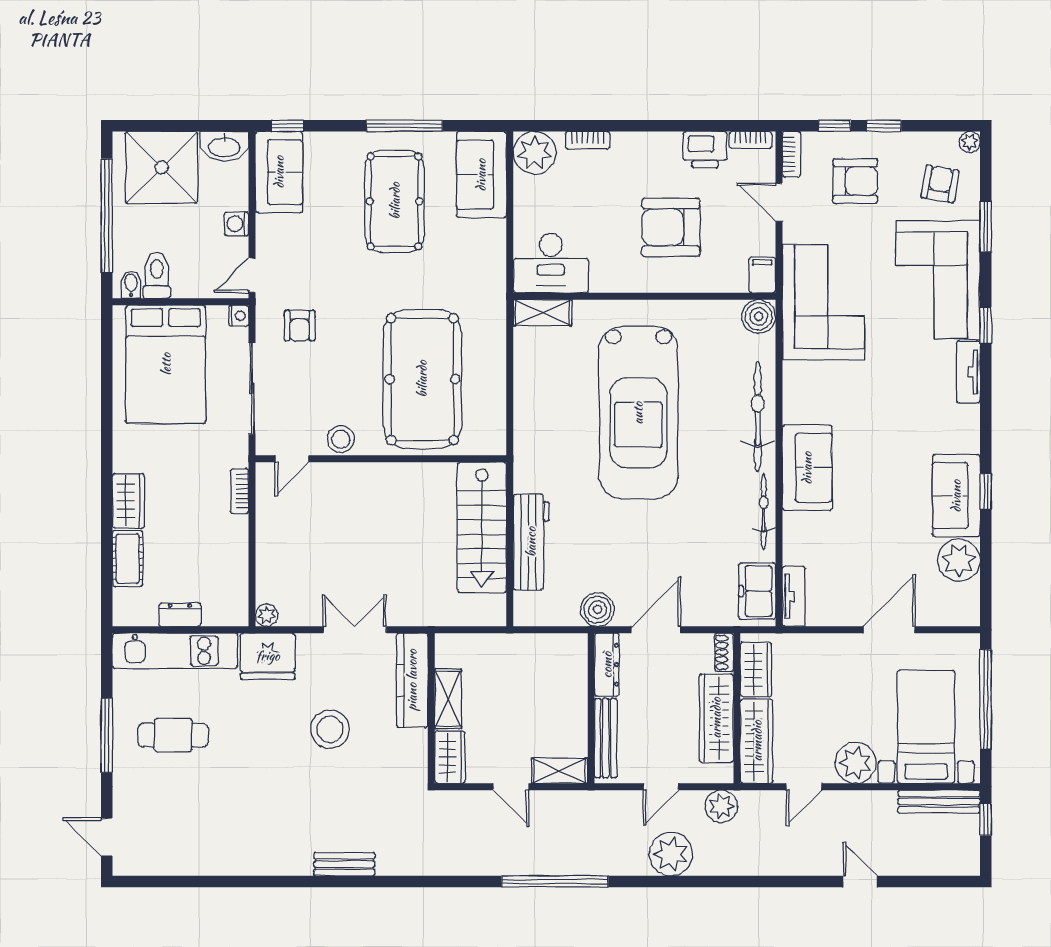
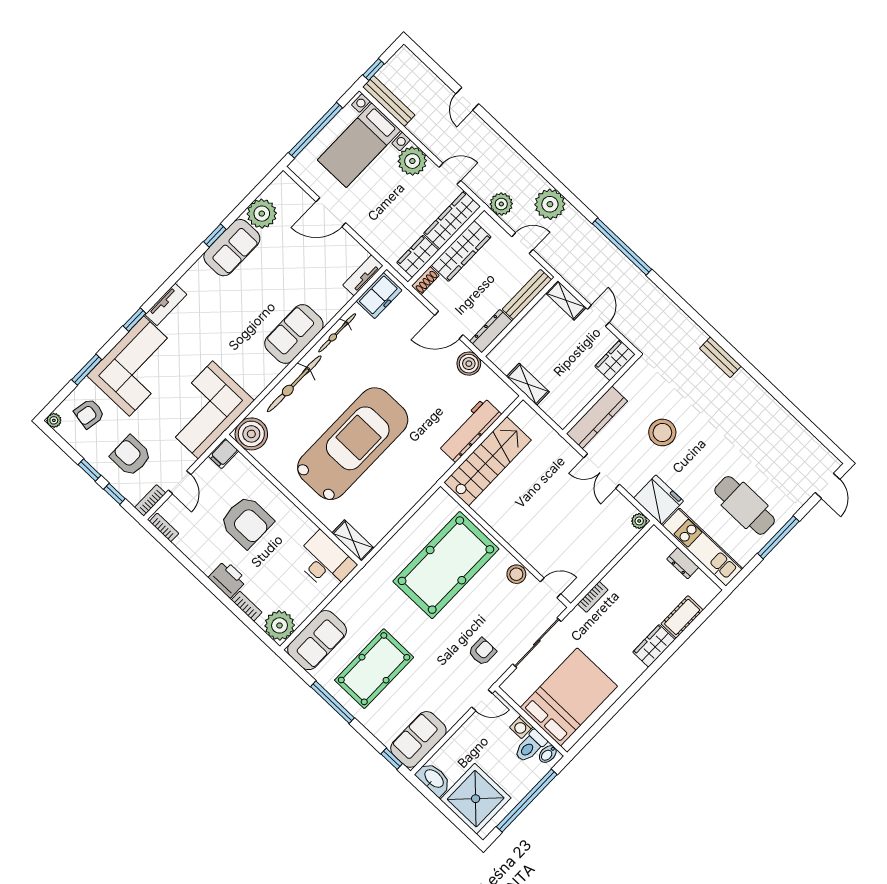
printer: (705, 150) -> (228, 579), moved
washing machine: (237, 224) -> (521, 727), moved, turned 90
nightstand: (239, 316) -> (508, 686), removed
boiler: (759, 316) -> (251, 434), width x1.37, depth x1.37
shelving: (448, 699) -> (528, 384), moved, turned 90
cafe table: (173, 735) -> (745, 505), width x1.37, depth x1.35

